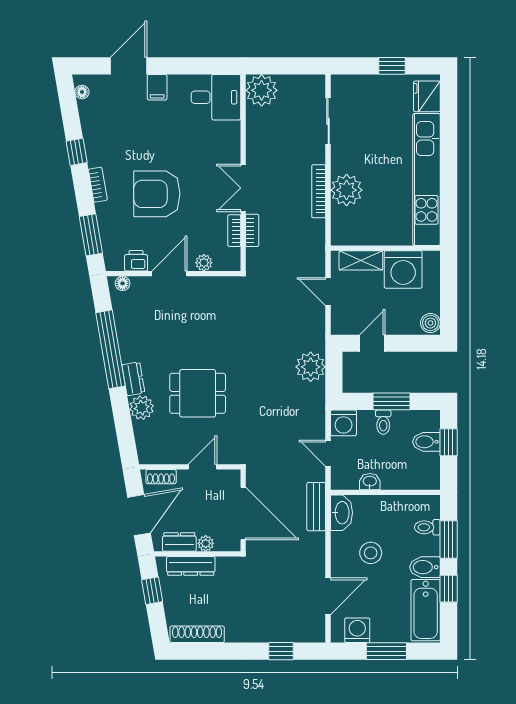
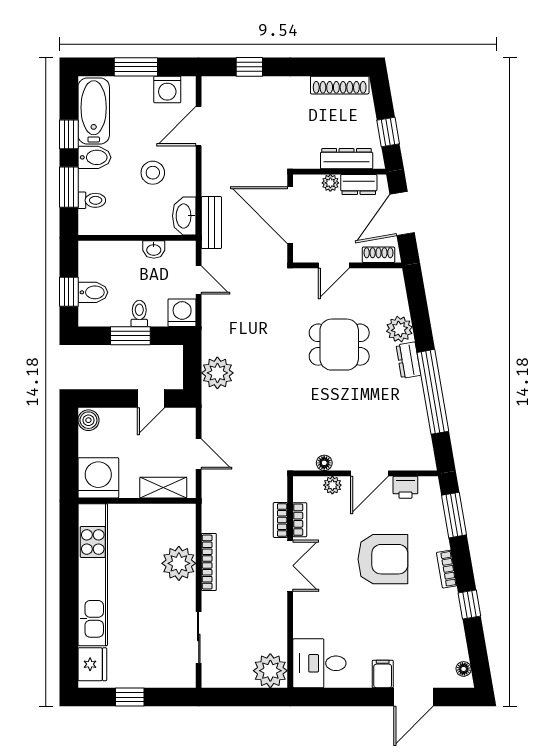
washing machine: (403, 269) -> (98, 478), moved
floor lamp: (123, 283) -> (324, 463), moved

